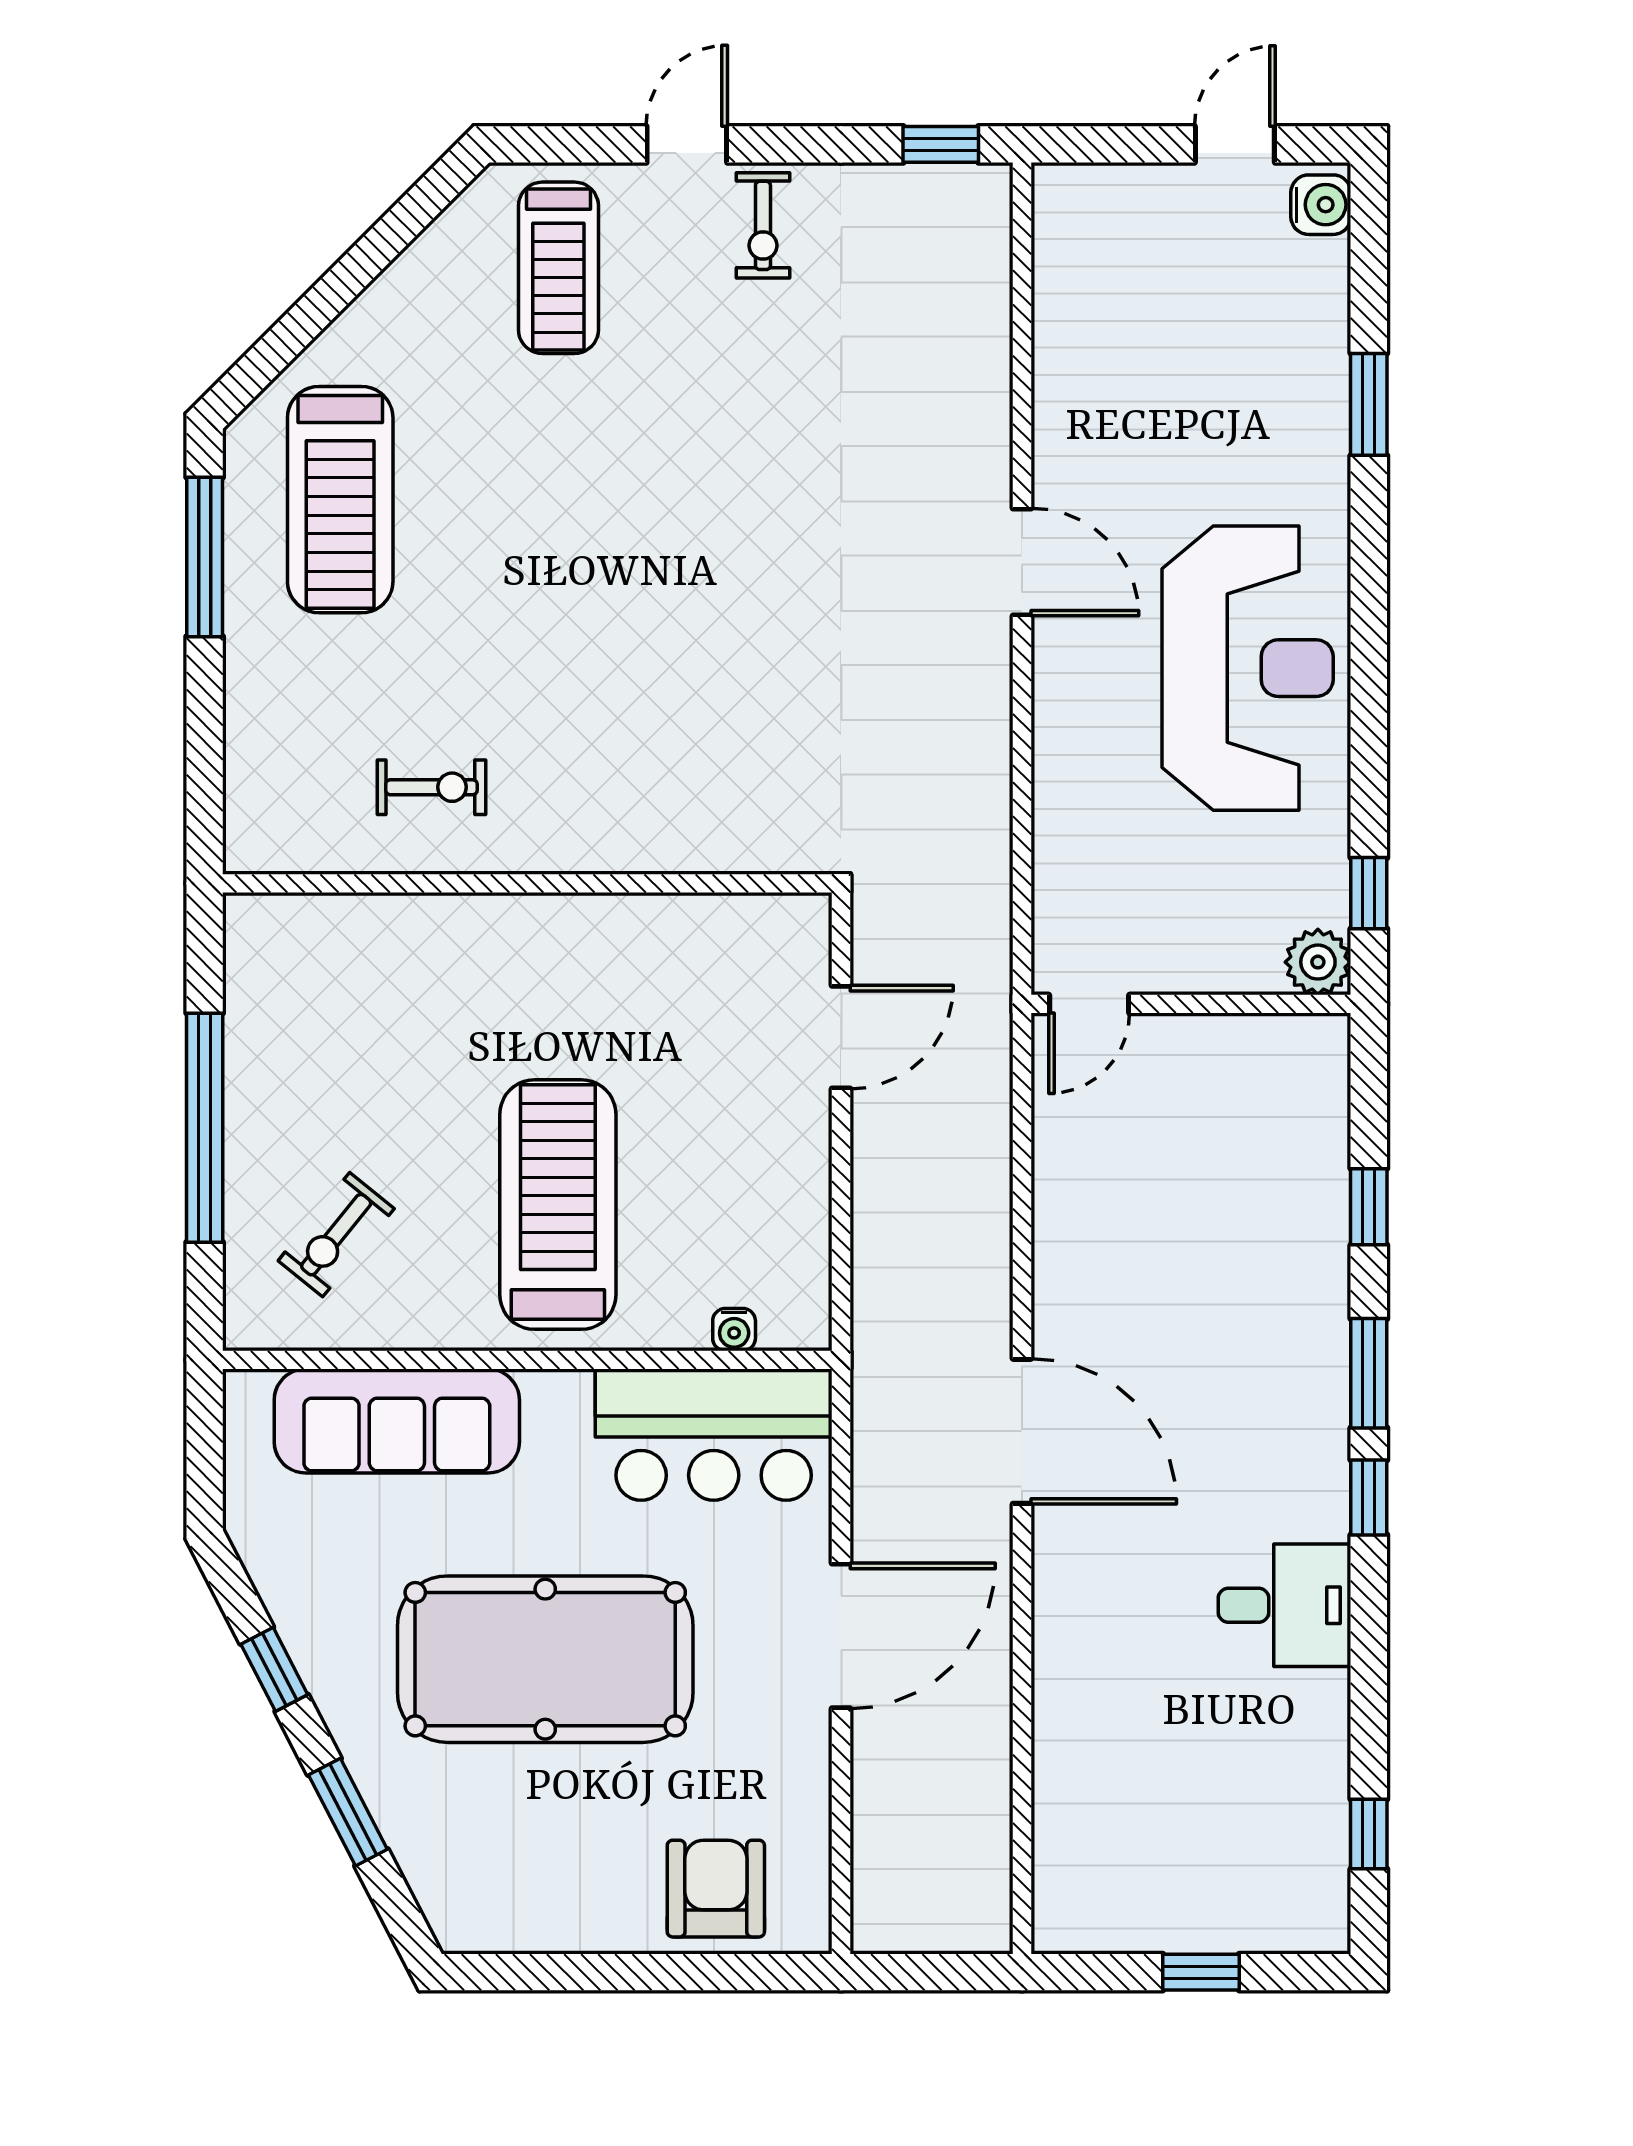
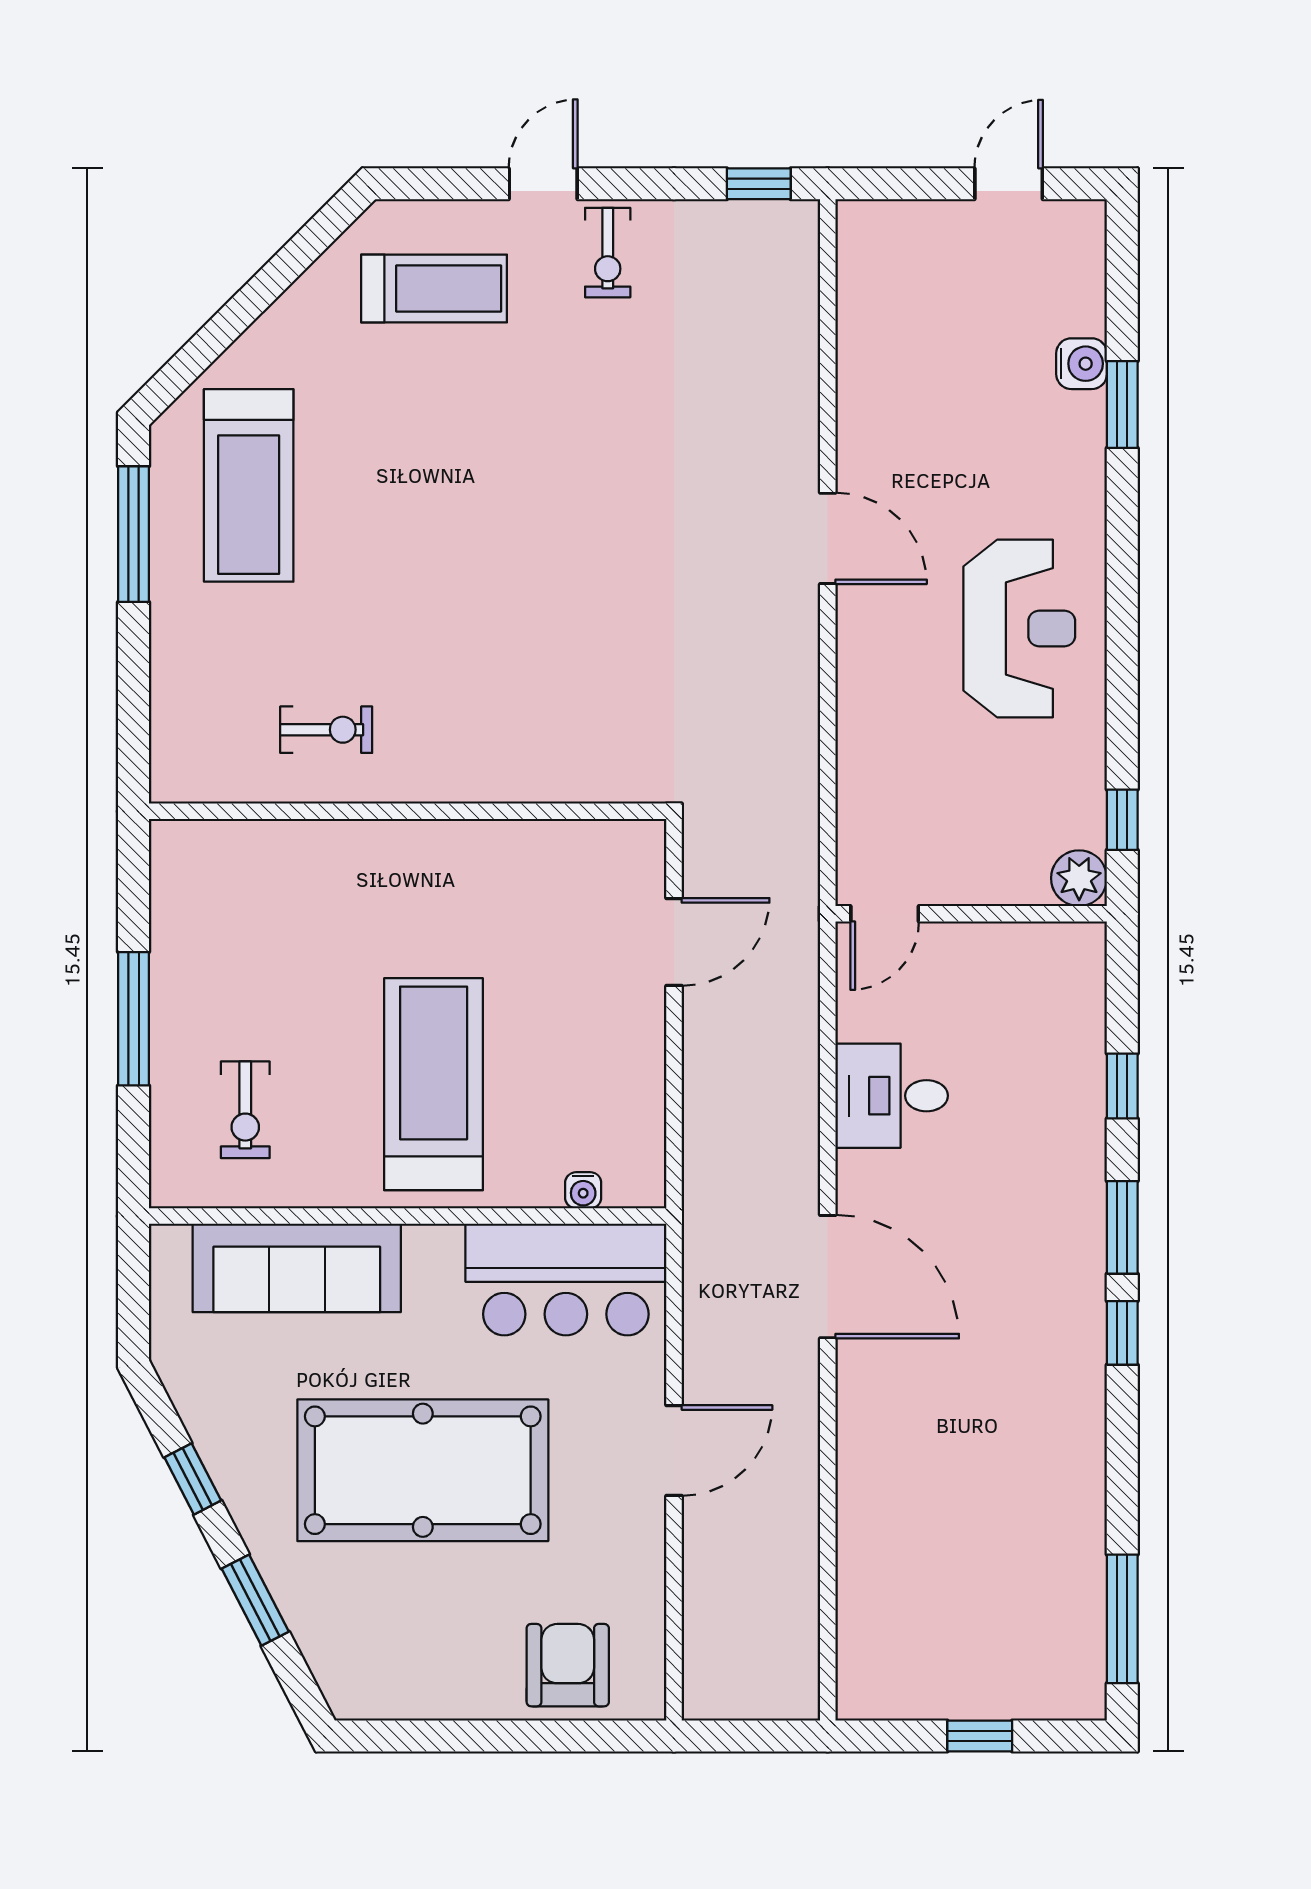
water cooler: (1321, 205) -> (1082, 364), moved
treadmill: (558, 268) -> (434, 289), turned -90
reception desk: (1248, 668) -> (1019, 629), width x0.74, depth x0.77
window: (205, 1128) -> (134, 1019), width x0.68
exercise bike: (336, 1235) -> (245, 1110), turned -39
desk: (1285, 1605) -> (892, 1096), moved, turned 180
door: (841, 1636) -> (674, 1450), width x0.73
window: (1369, 1834) -> (1122, 1619), width x2.17

